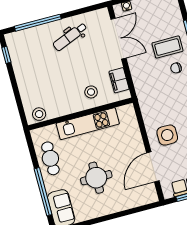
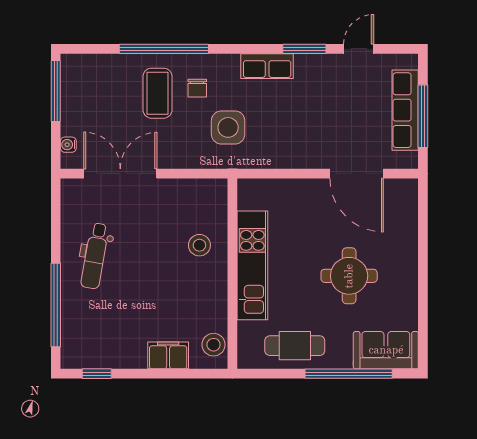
dental chair: (70, 37) -> (95, 256), turned 32
filing cabinet: (119, 80) -> (168, 355), moved, turned 180
side table: (167, 135) -> (228, 127), moved

